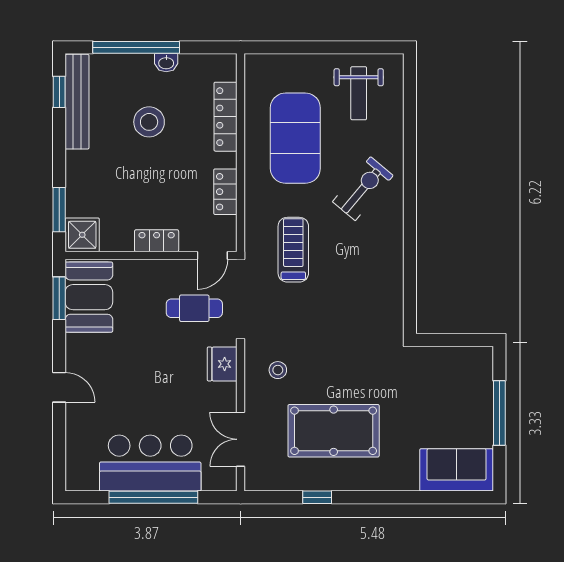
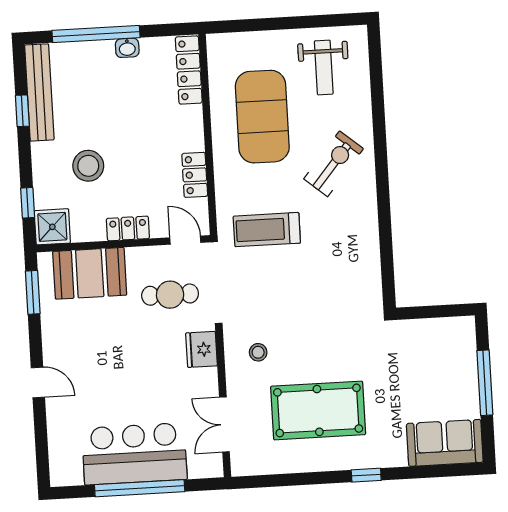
window: (59, 92) -> (22, 111), moved
locker: (225, 117) -> (189, 70), moved
stool: (149, 122) -> (88, 166), moved
window: (59, 210) -> (28, 203), width x0.67
treadmill: (293, 250) -> (267, 230), turned -90
door: (212, 255) -> (185, 240), swing flipped
booth: (89, 297) -> (90, 273), moved, turned 90
window: (317, 497) -> (366, 475), moved

